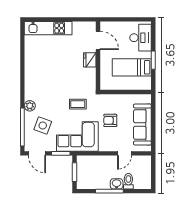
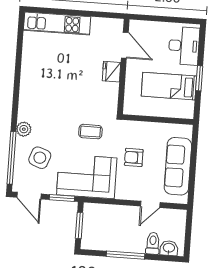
washbasin: (117, 184) -> (169, 248), moved

